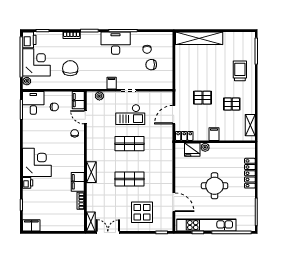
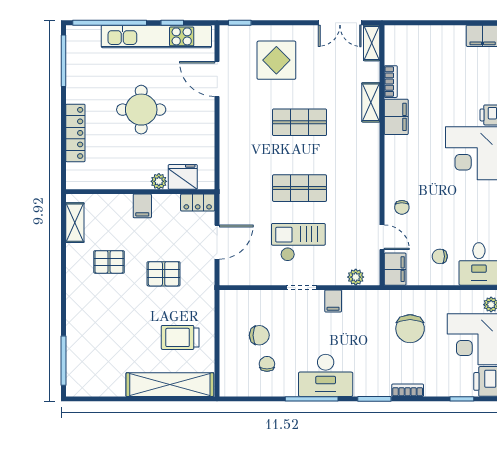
trolley: (240, 71) -> (180, 337), moved, turned 90
shelving: (91, 172) -> (371, 102), moved

